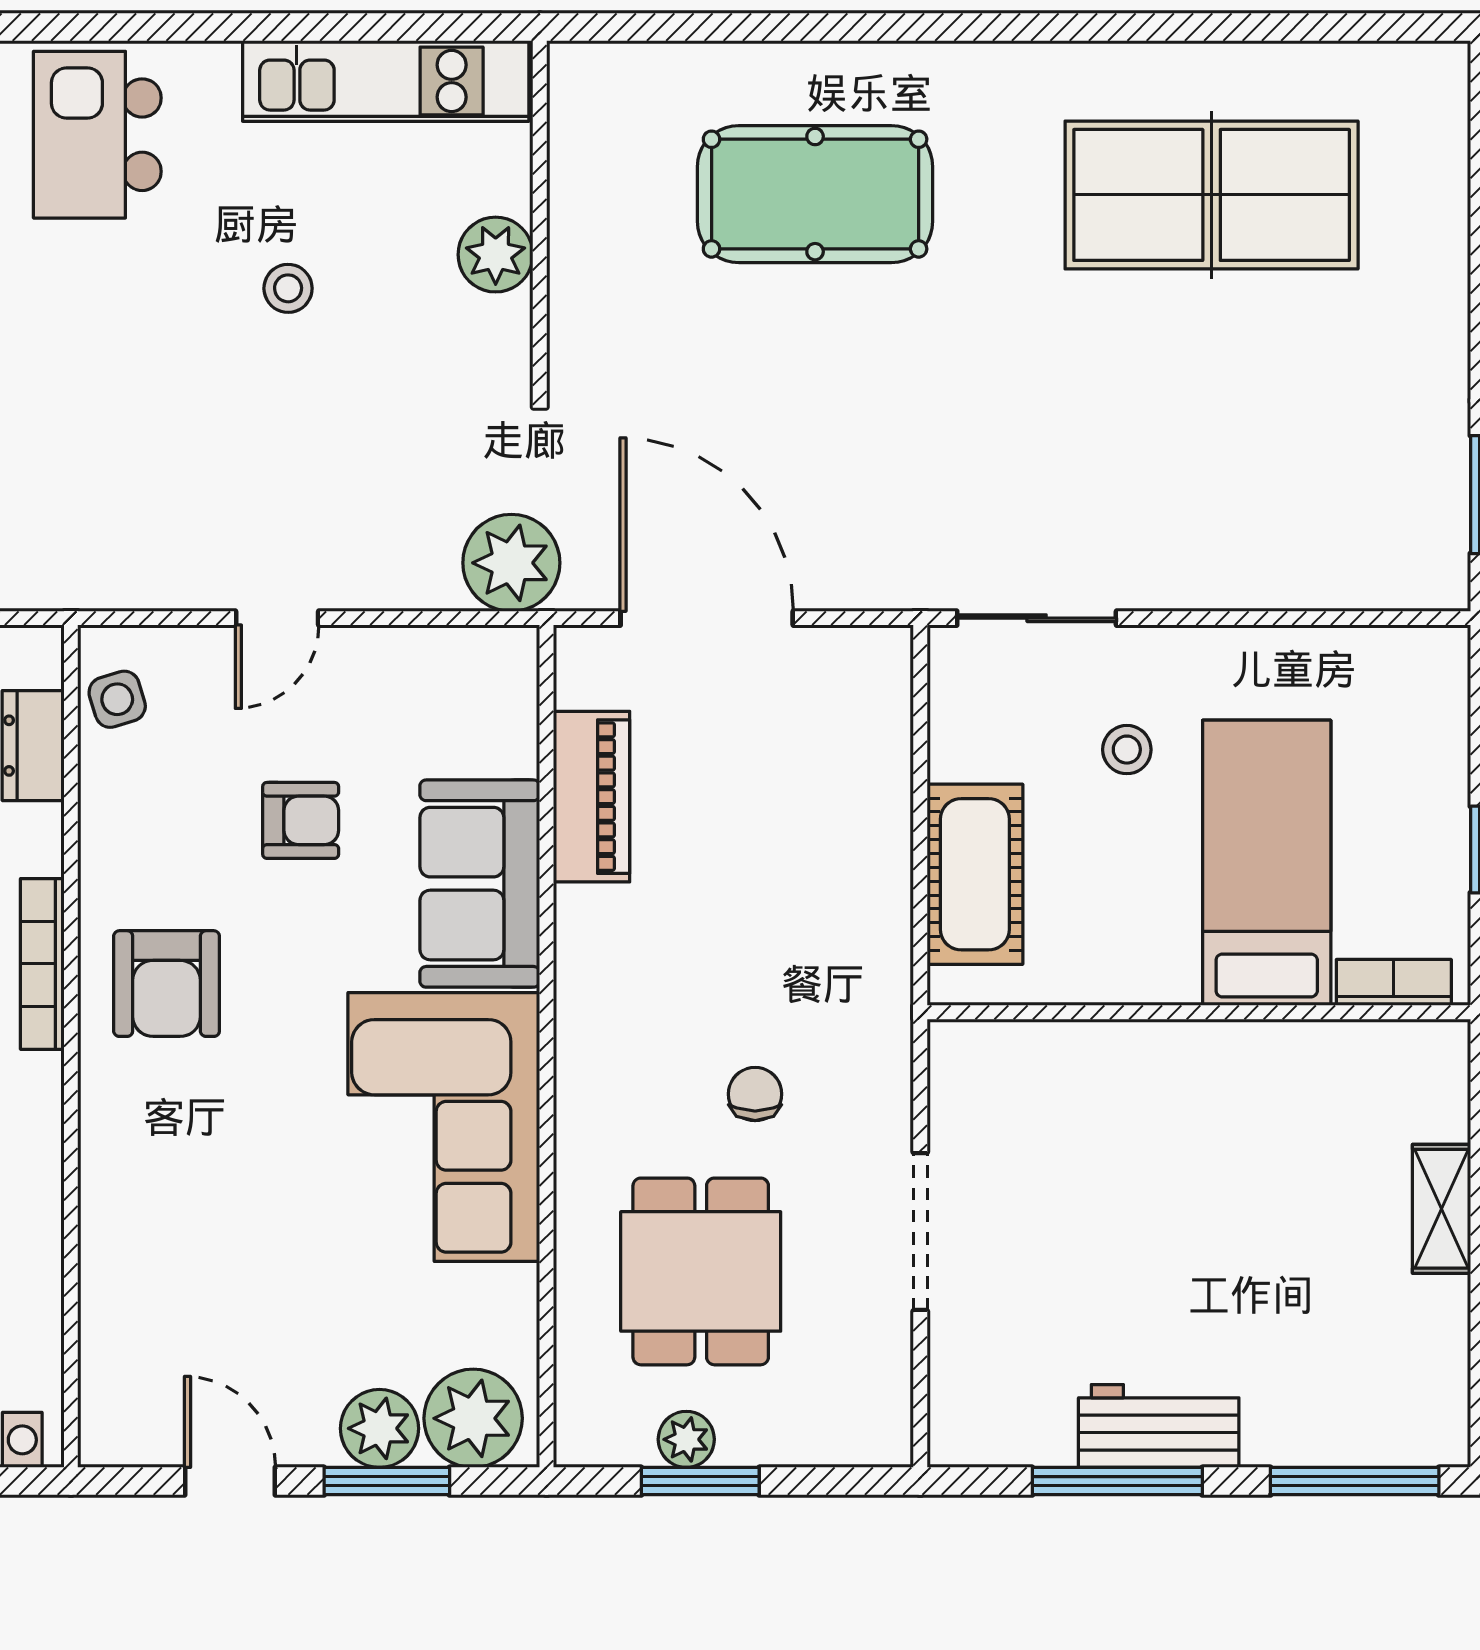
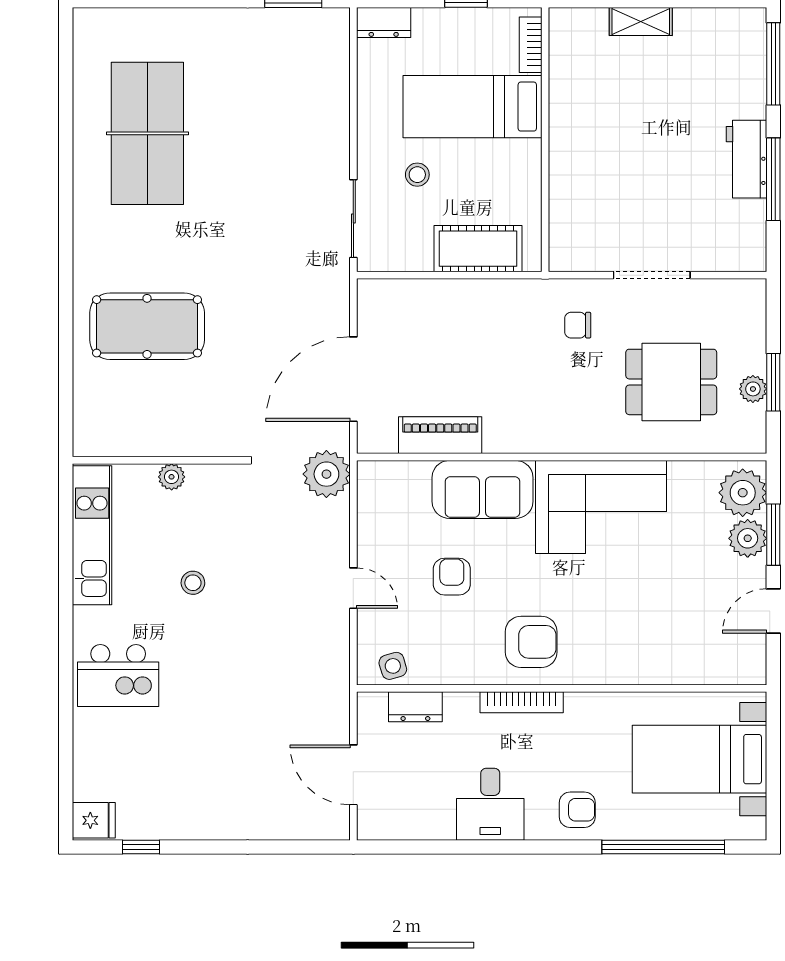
pool table: (815, 194) -> (147, 326), turned 90
plant: (496, 255) -> (172, 477), width x0.73, depth x0.73
dresser: (1439, 680) -> (384, 23), added
chair: (755, 1094) -> (578, 325), moved

